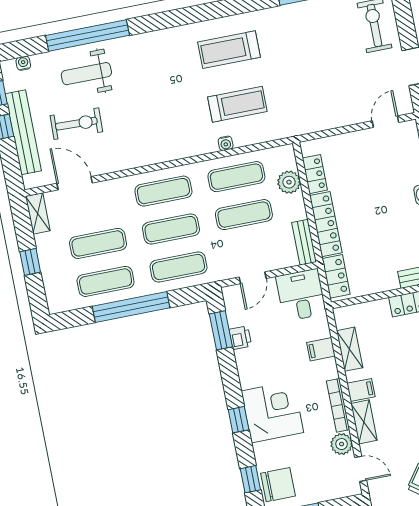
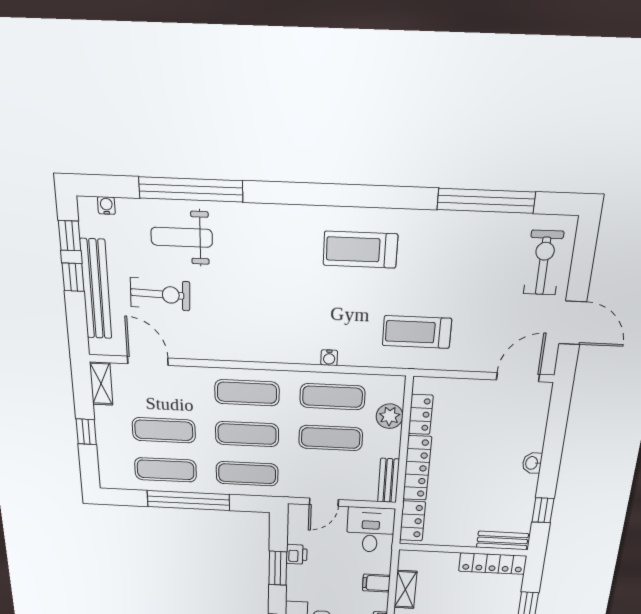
treadmill: (237, 104) -> (417, 332), moved, turned 180
door: (385, 122) -> (518, 377), width x1.38
window: (221, 330) -> (278, 568), moved

